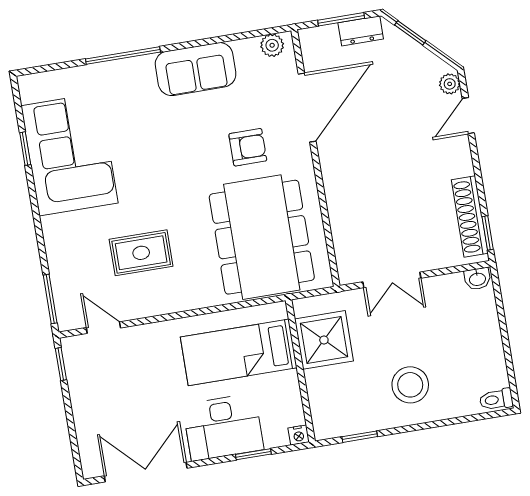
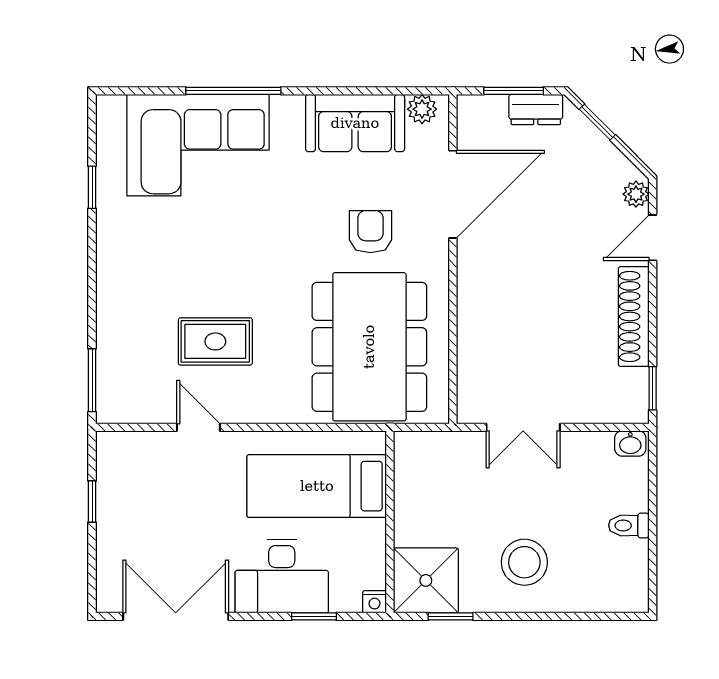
sofa: (196, 69) -> (355, 123), moved
armchair: (248, 147) -> (370, 232), turned -90
corner sofa: (70, 154) -> (198, 145), moved, turned 90
shoe rack: (470, 216) -> (634, 316), moved
door: (103, 328) -> (198, 427), moved
shower: (324, 340) -> (426, 580), moved
window: (61, 364) -> (92, 501), moved
toilet: (496, 399) -> (629, 525), moved

